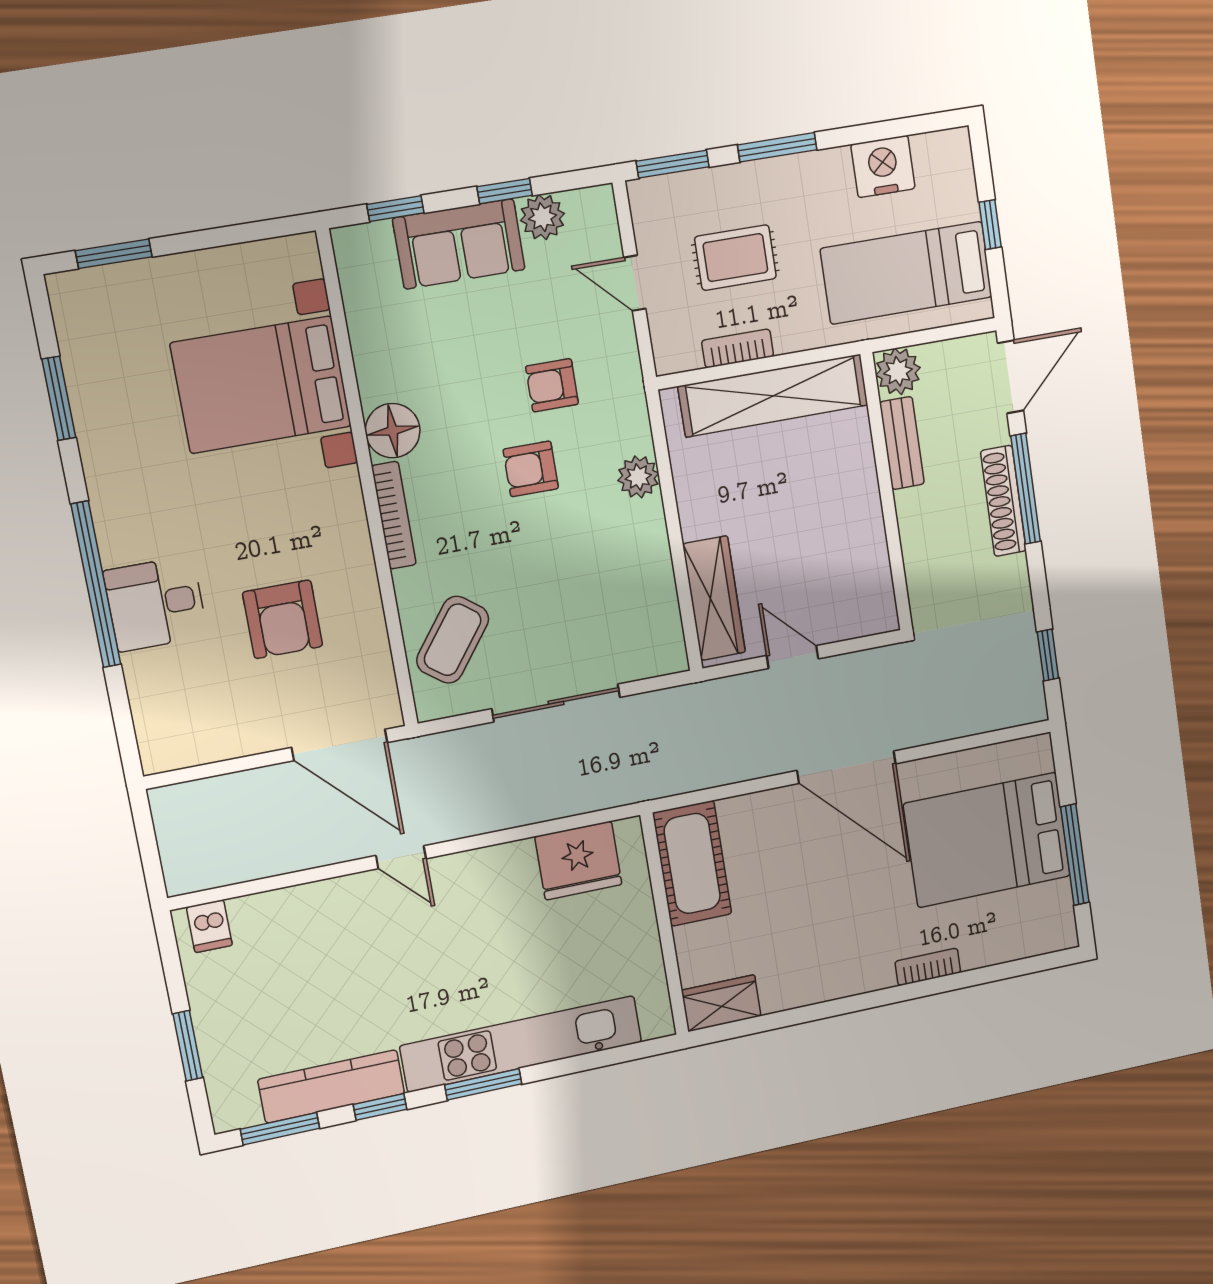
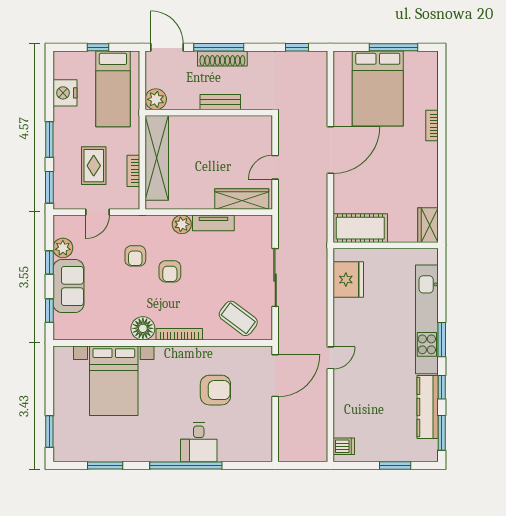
bench: (902, 443) -> (220, 102), moved
tv unit: (653, 546) -> (213, 223), added

